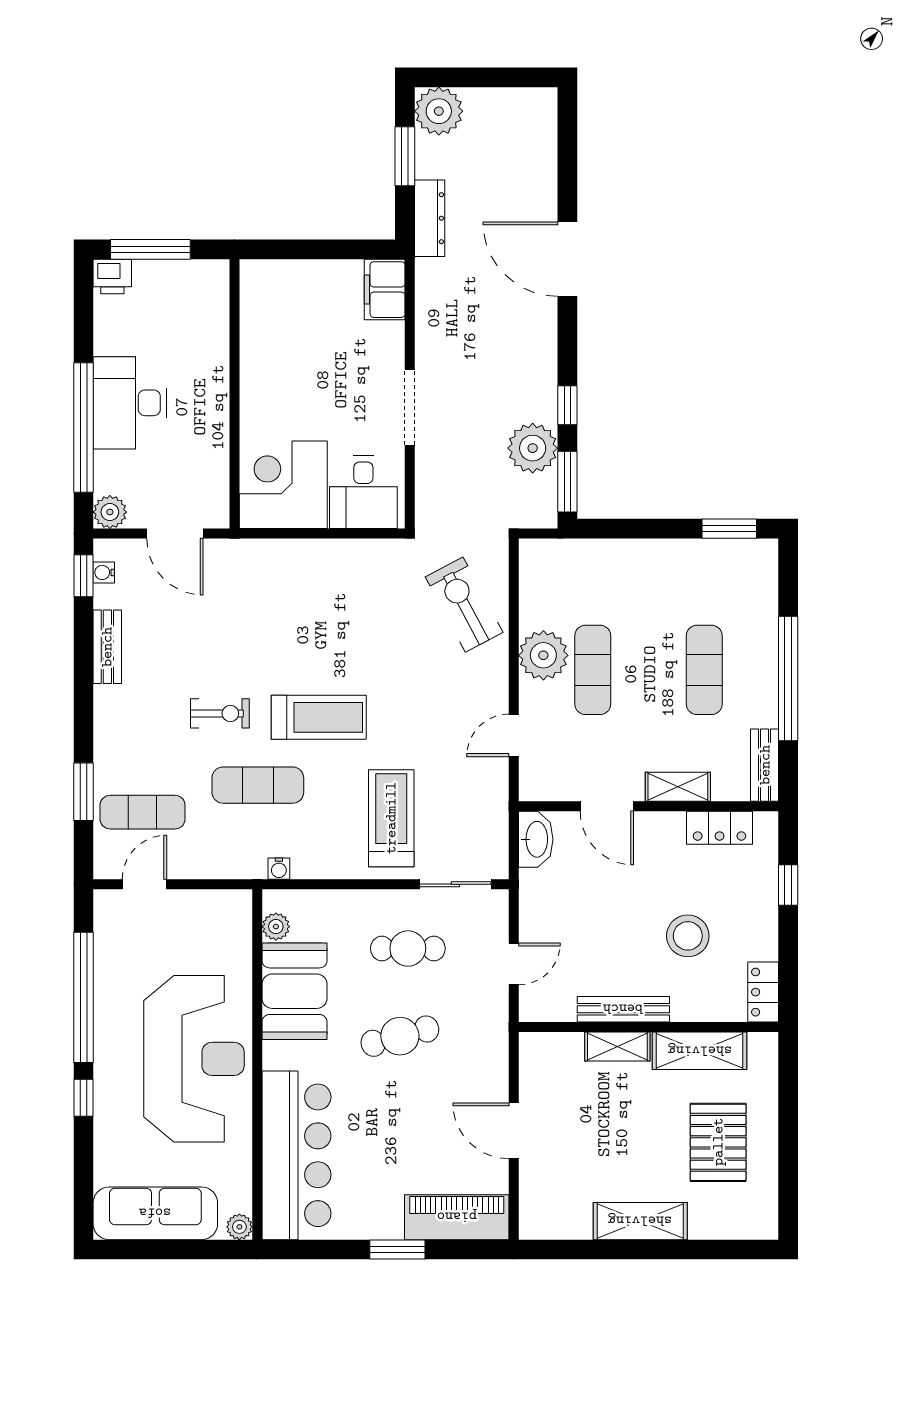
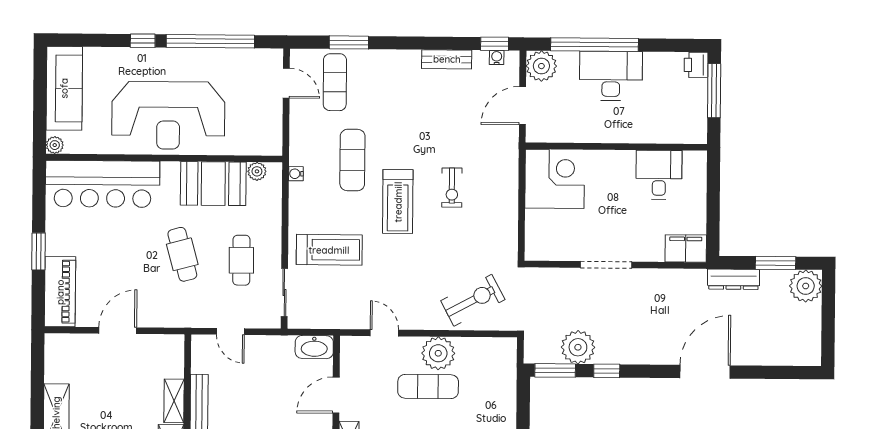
desk: (363, 492) -> (659, 175), moved, turned 90
plant: (110, 512) -> (541, 66), width x1.36, depth x1.36
exercise bike: (220, 713) -> (452, 188), moved

